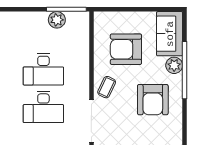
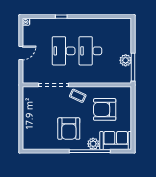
armchair: (126, 49) -> (105, 109), turned -90
armchair: (153, 100) -> (69, 129), turned -90

